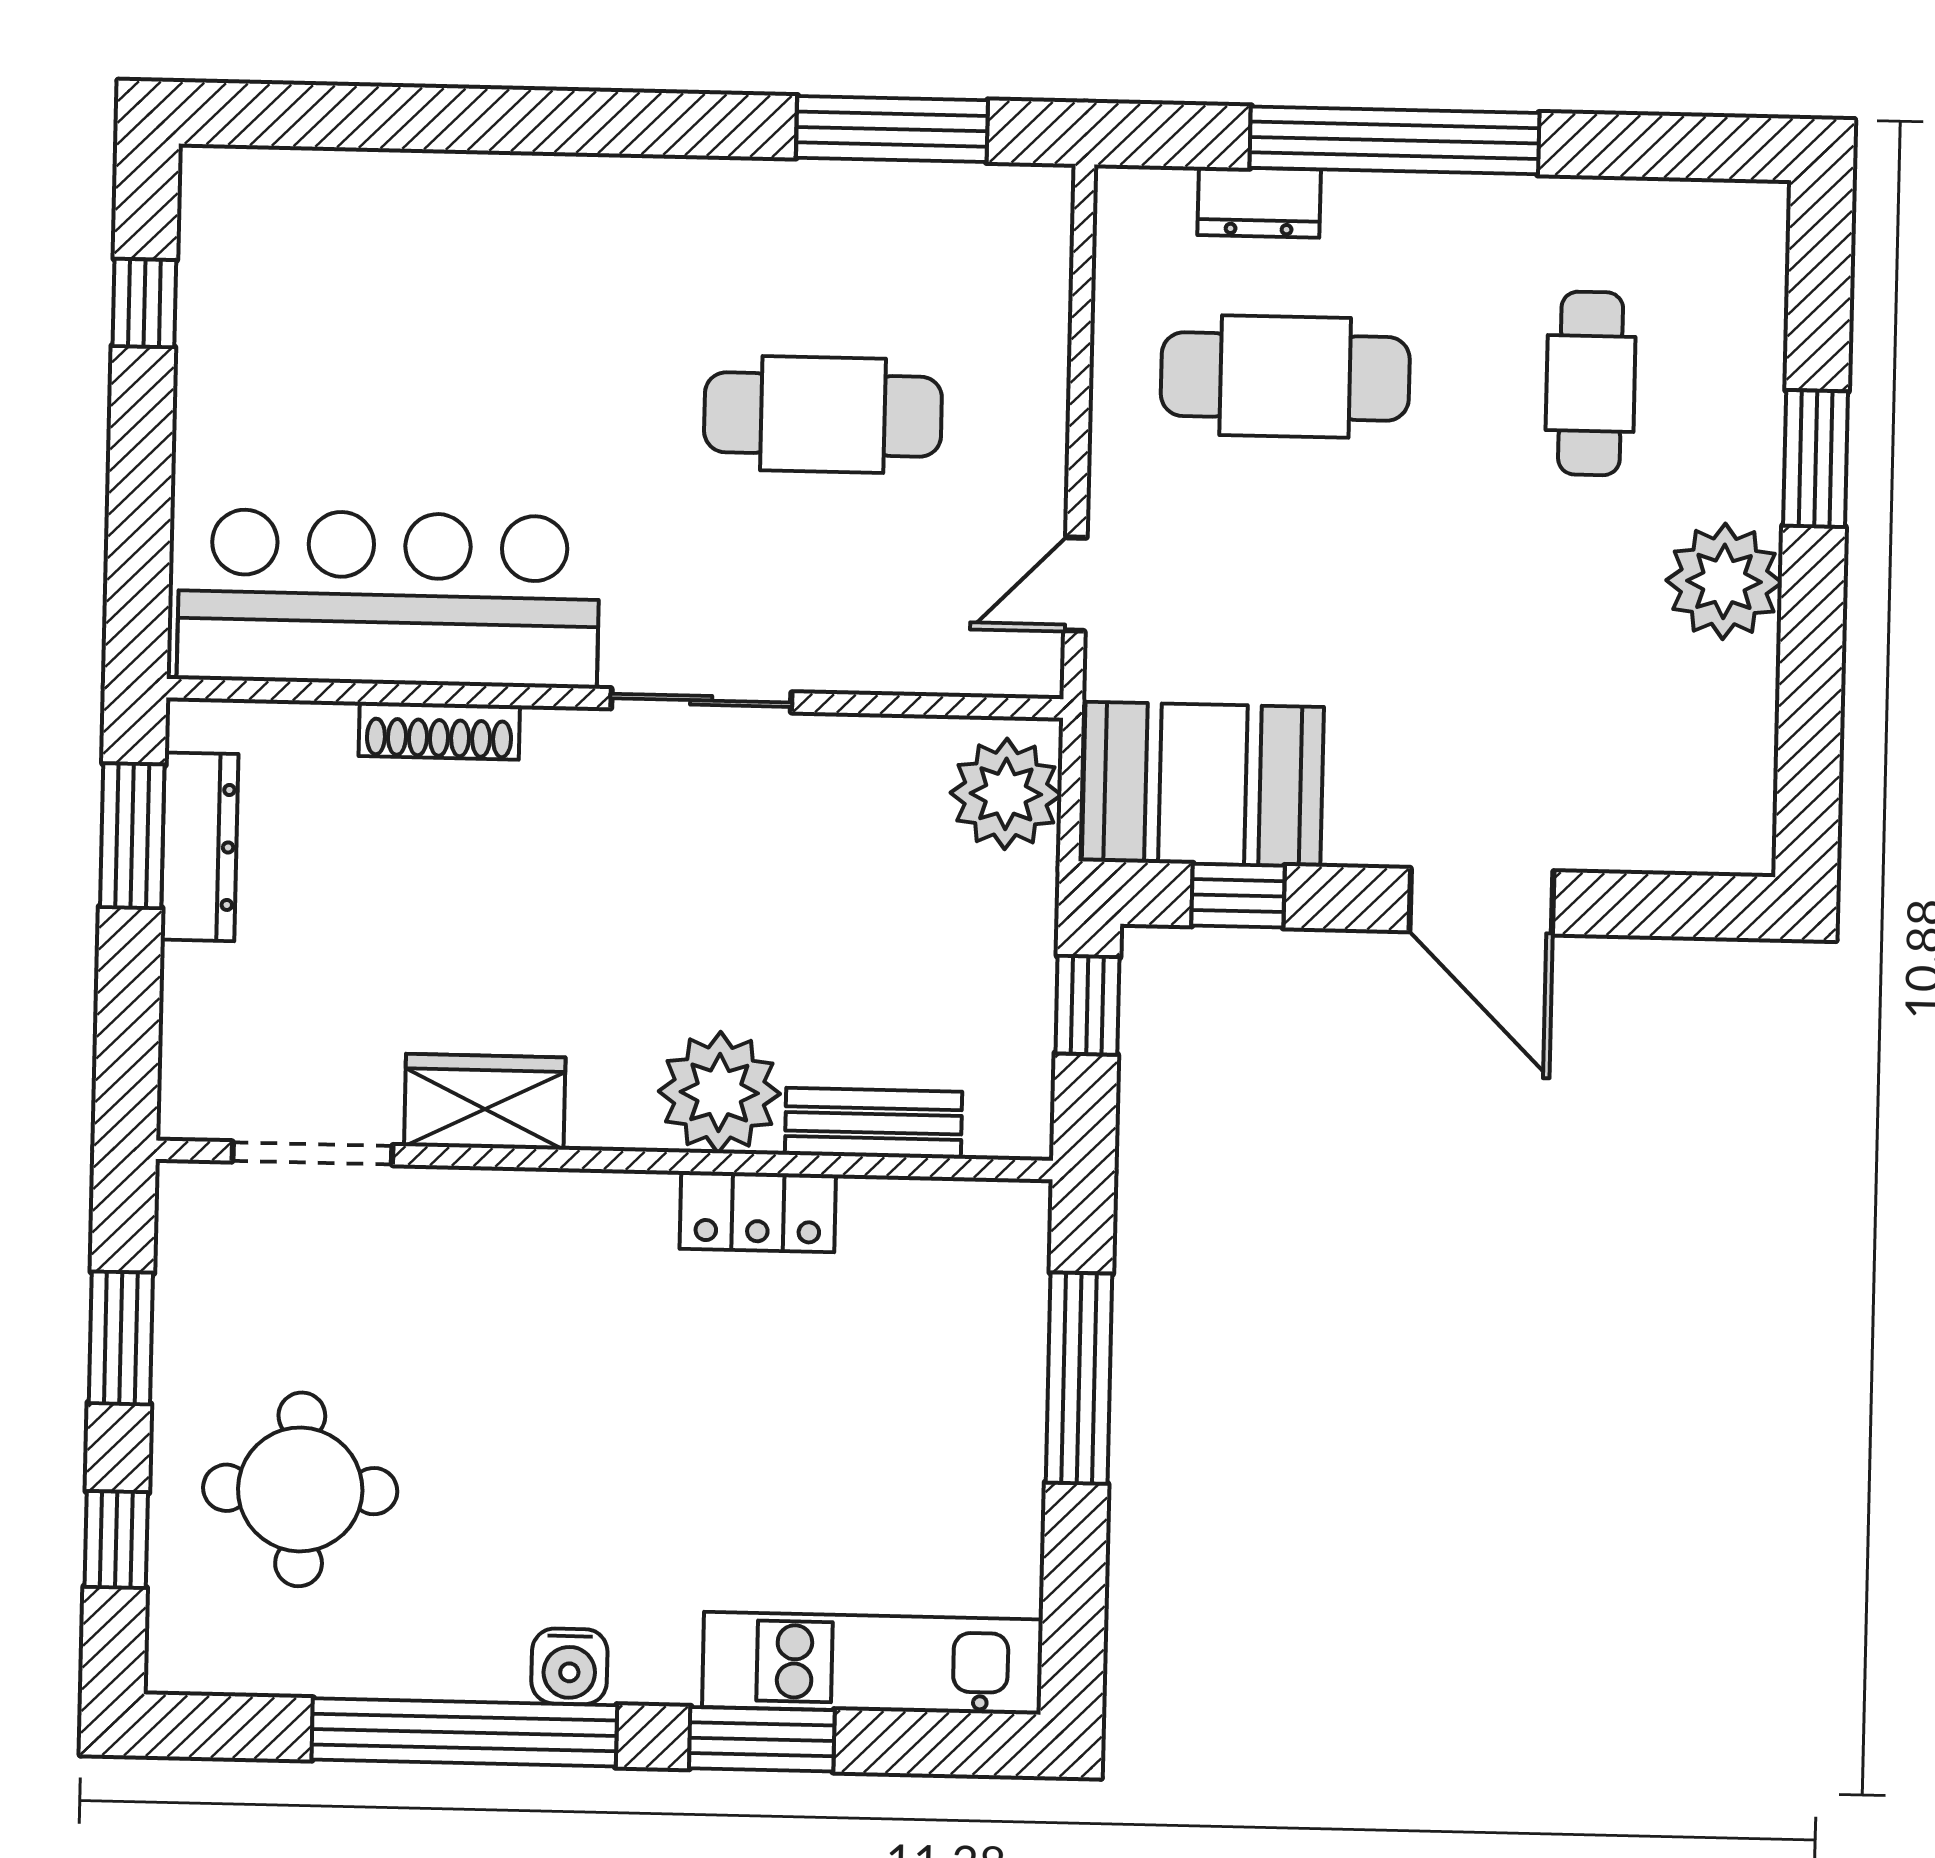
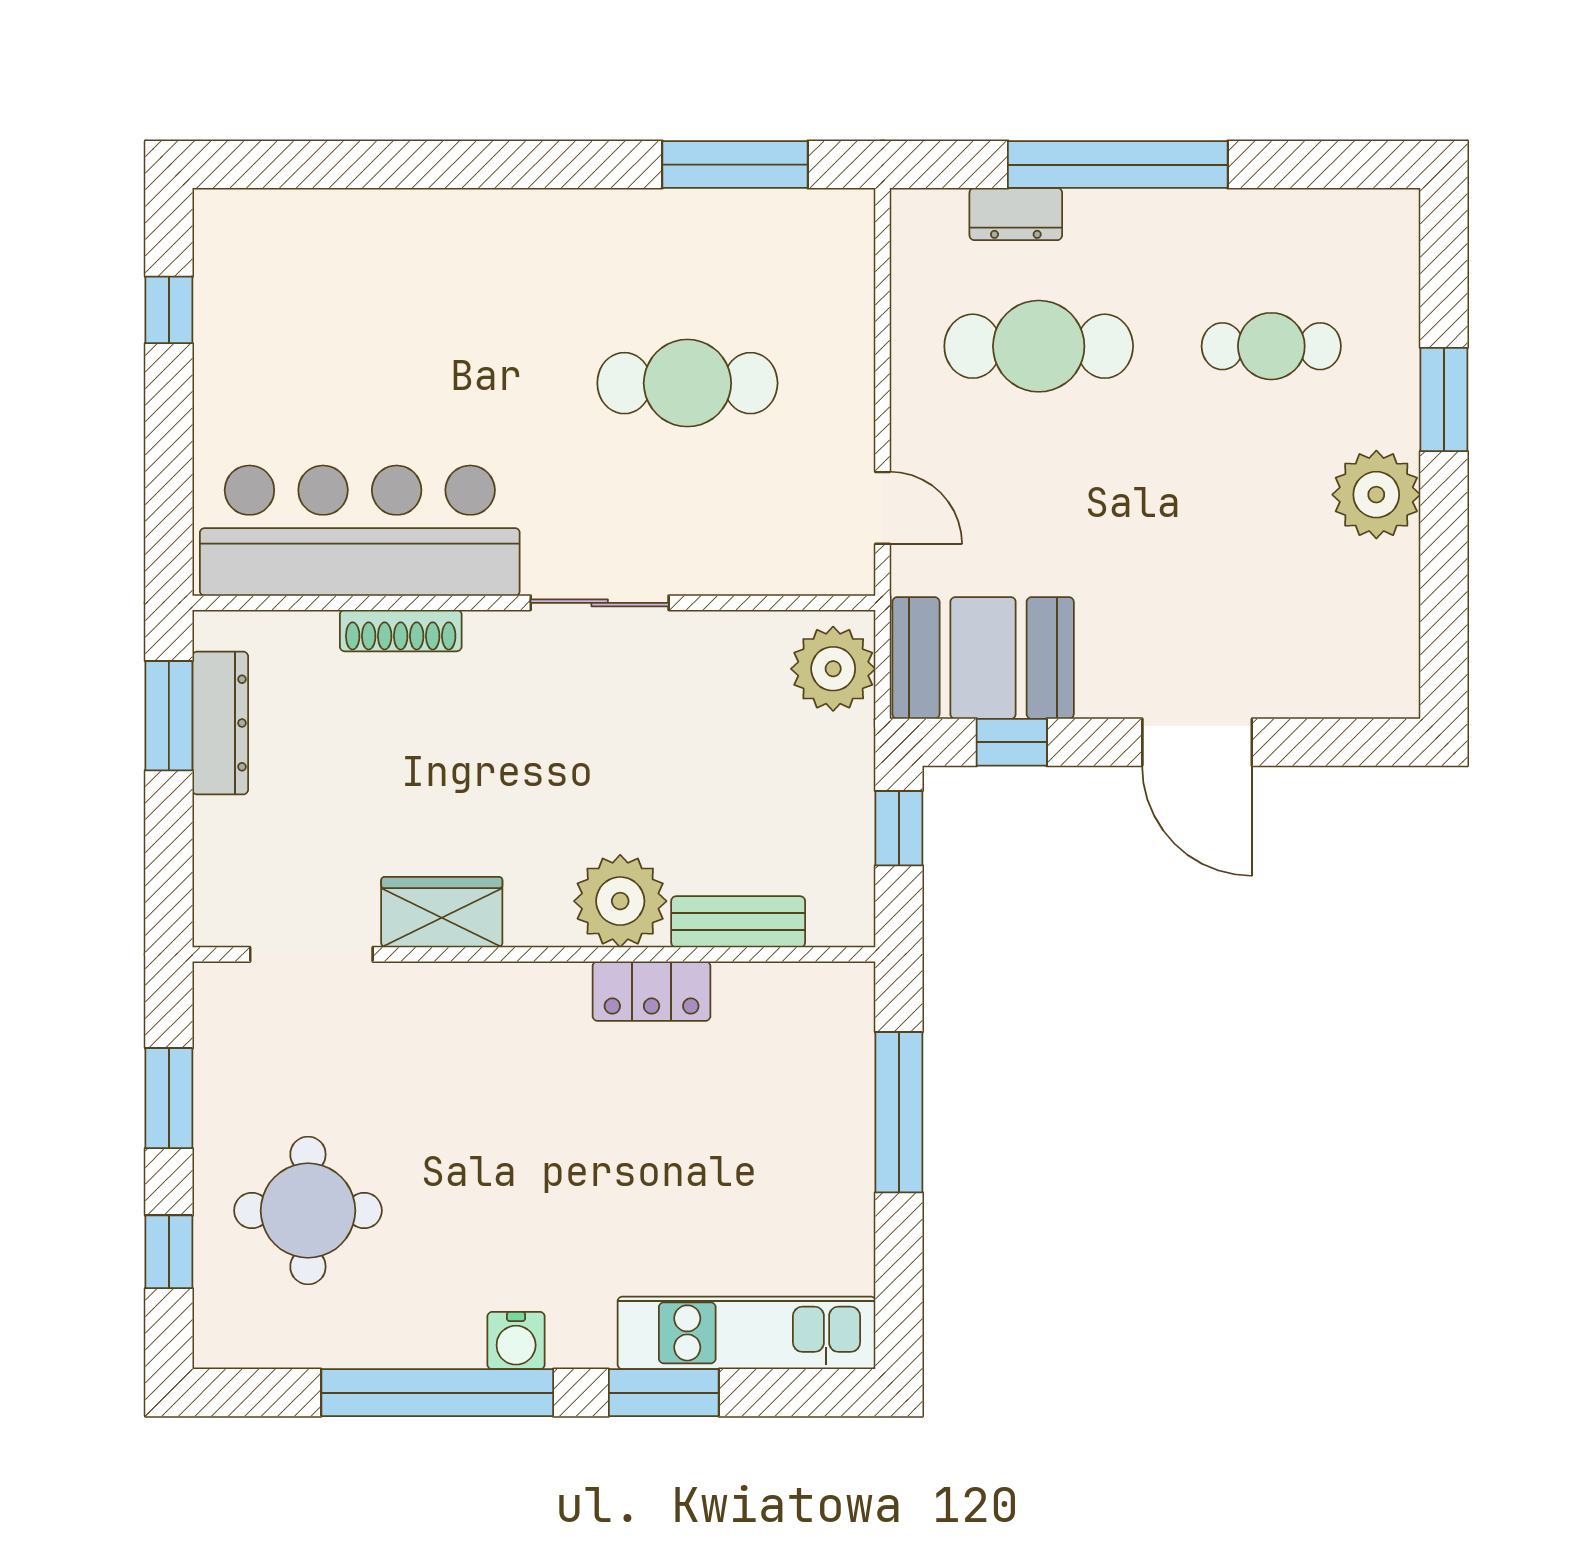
cafe table: (1591, 383) -> (1271, 346), turned 90
door: (1075, 584) -> (883, 508), swing flipped

